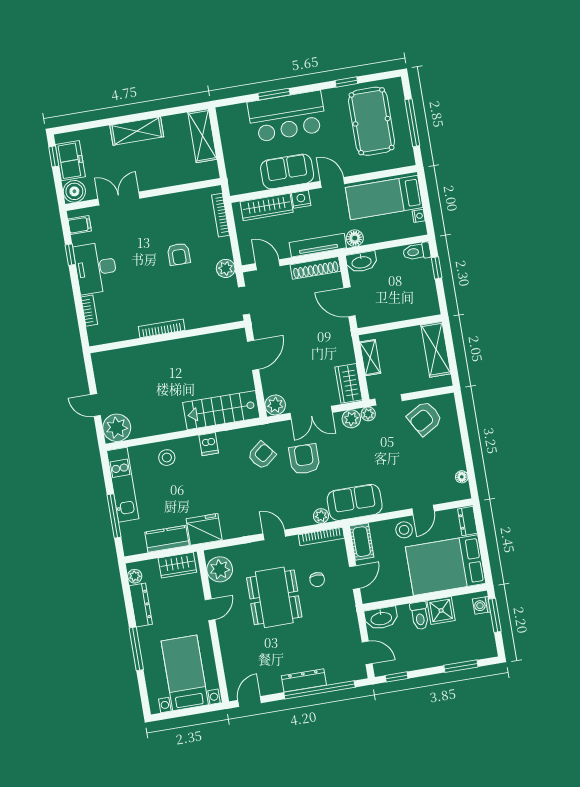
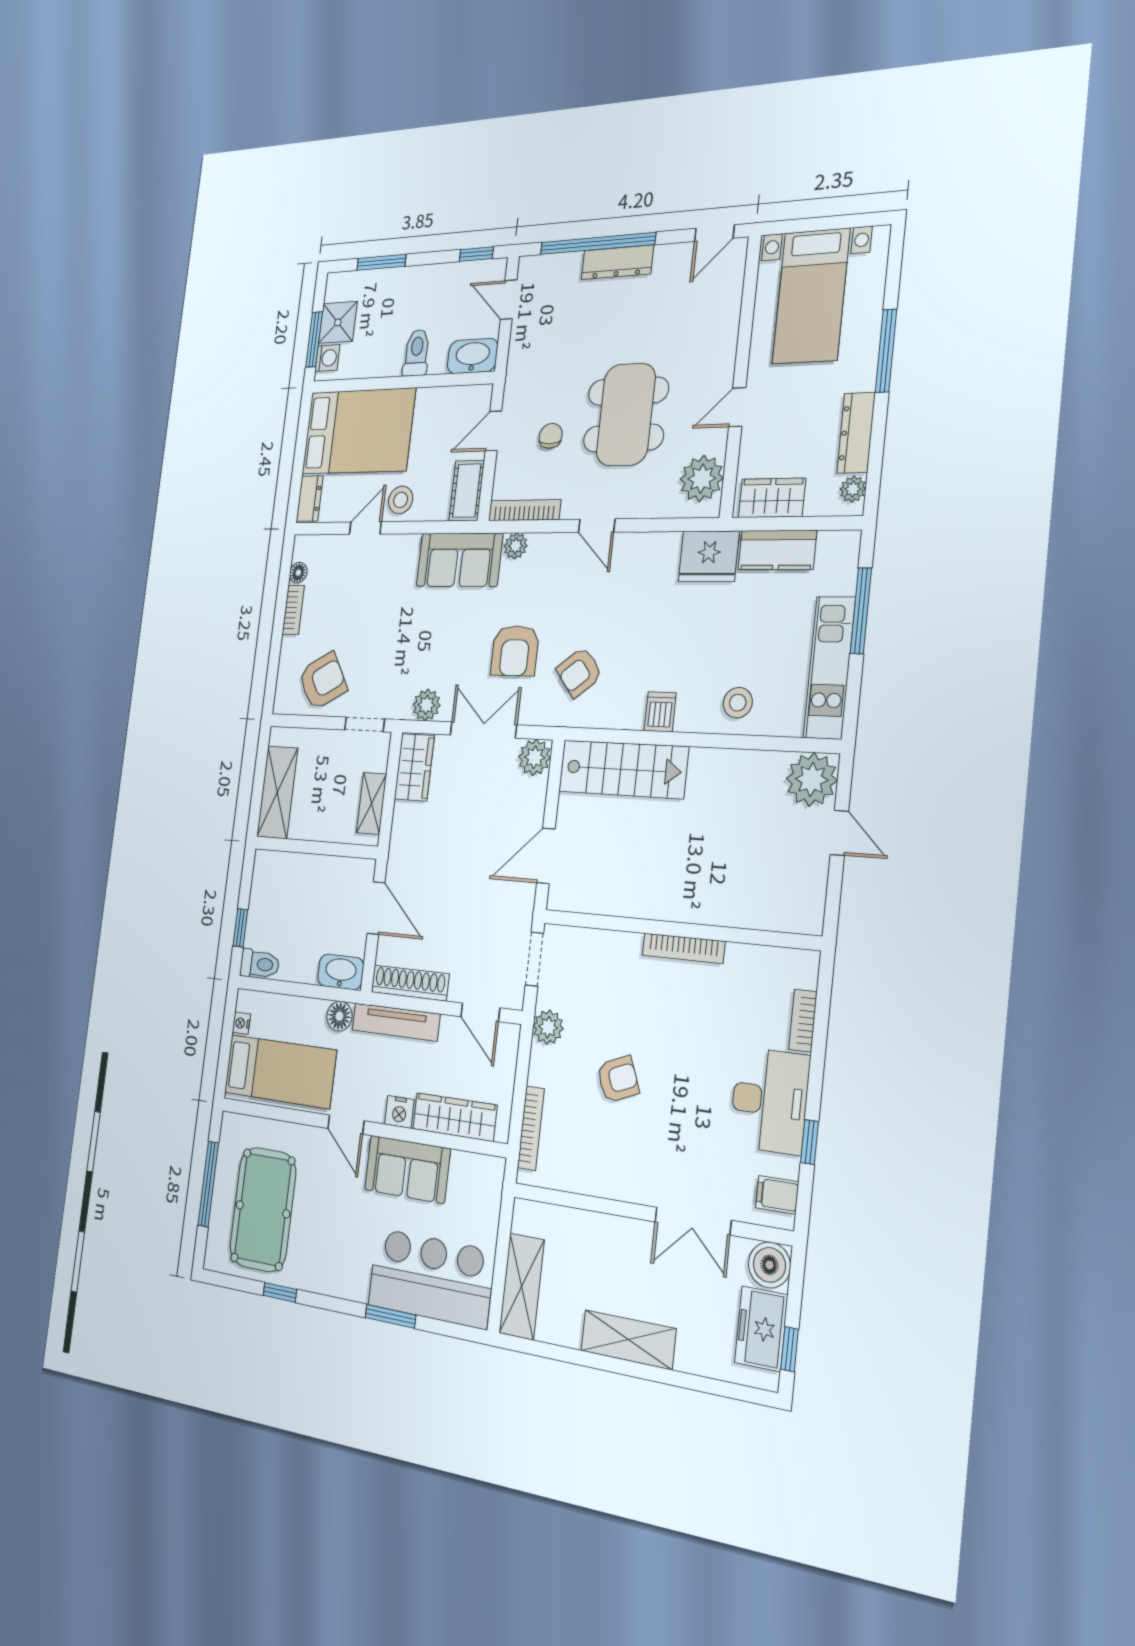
bar counter: (287, 116) -> (431, 1278), moved
armchair: (179, 254) -> (618, 1079), turned 68
plant: (368, 414) -> (400, 708), removed
bookcase: (458, 455) -> (293, 610), added
shower: (441, 610) -> (338, 322), moved

